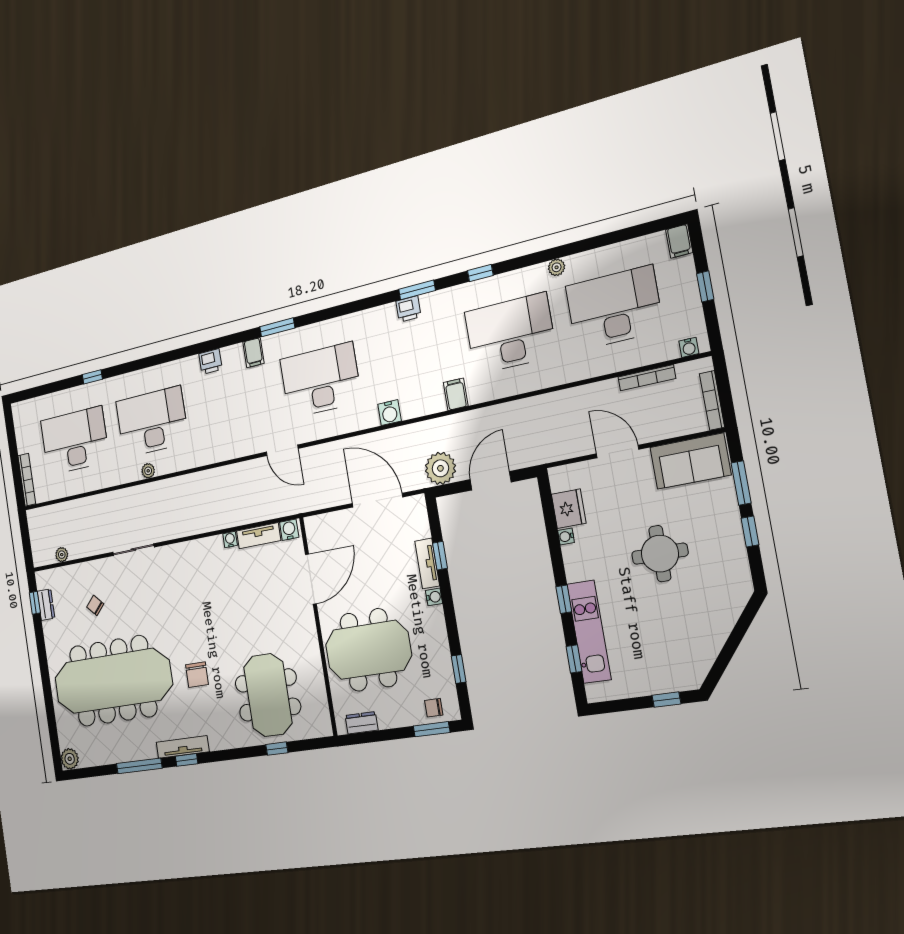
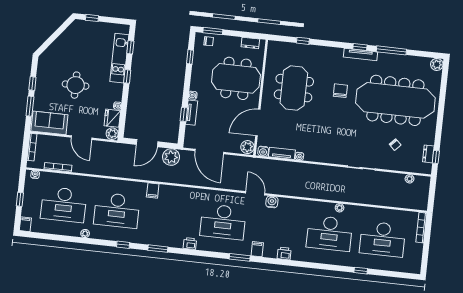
printer: (408, 309) -> (190, 243), moved
water cooler: (389, 413) -> (272, 202), moved
plant: (561, 478) -> (112, 134), added
plant: (316, 529) -> (247, 147), added
meeting table: (268, 695) -> (294, 88), moved

